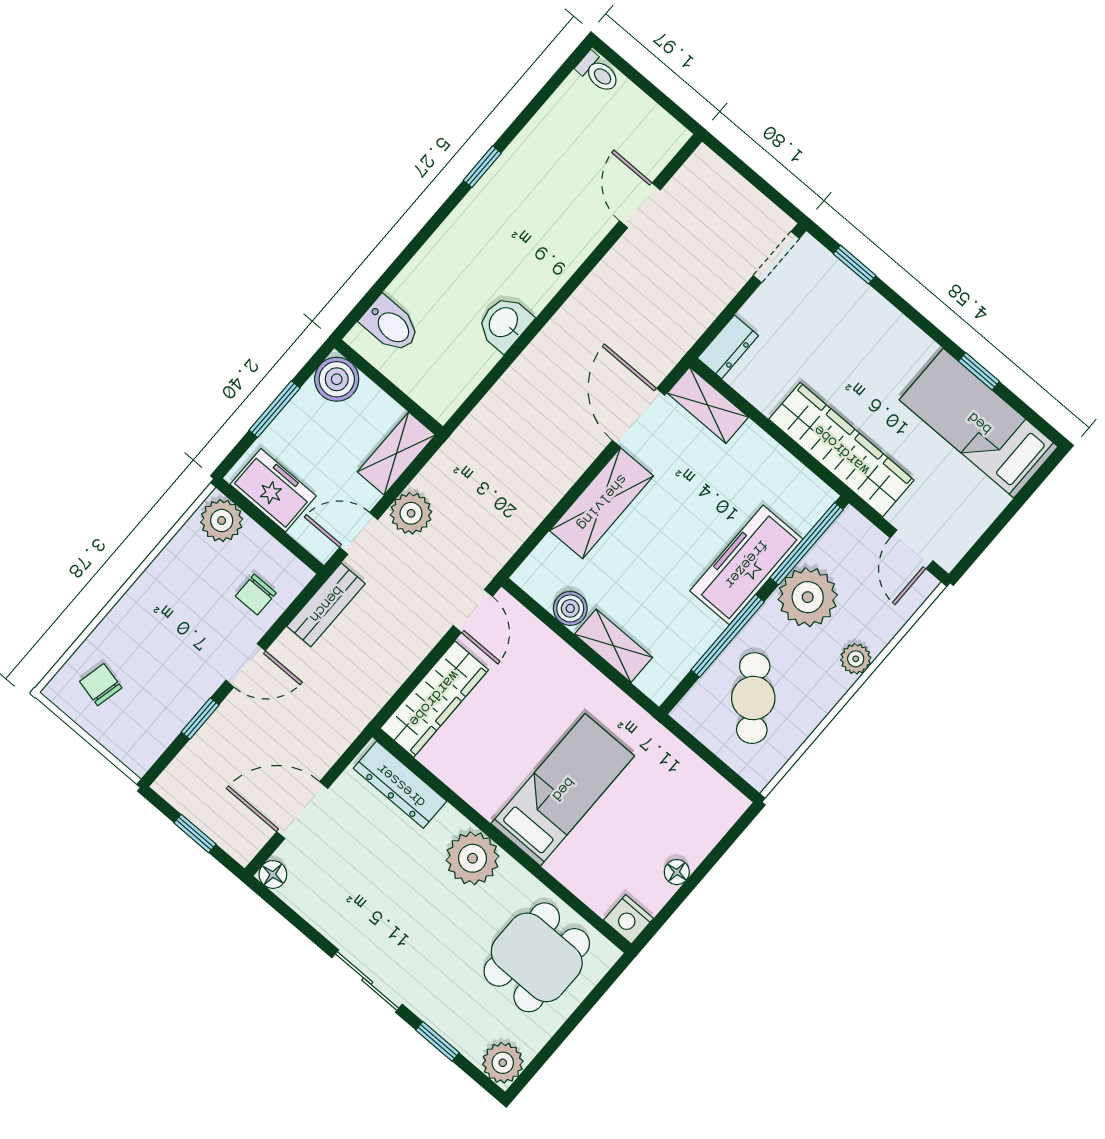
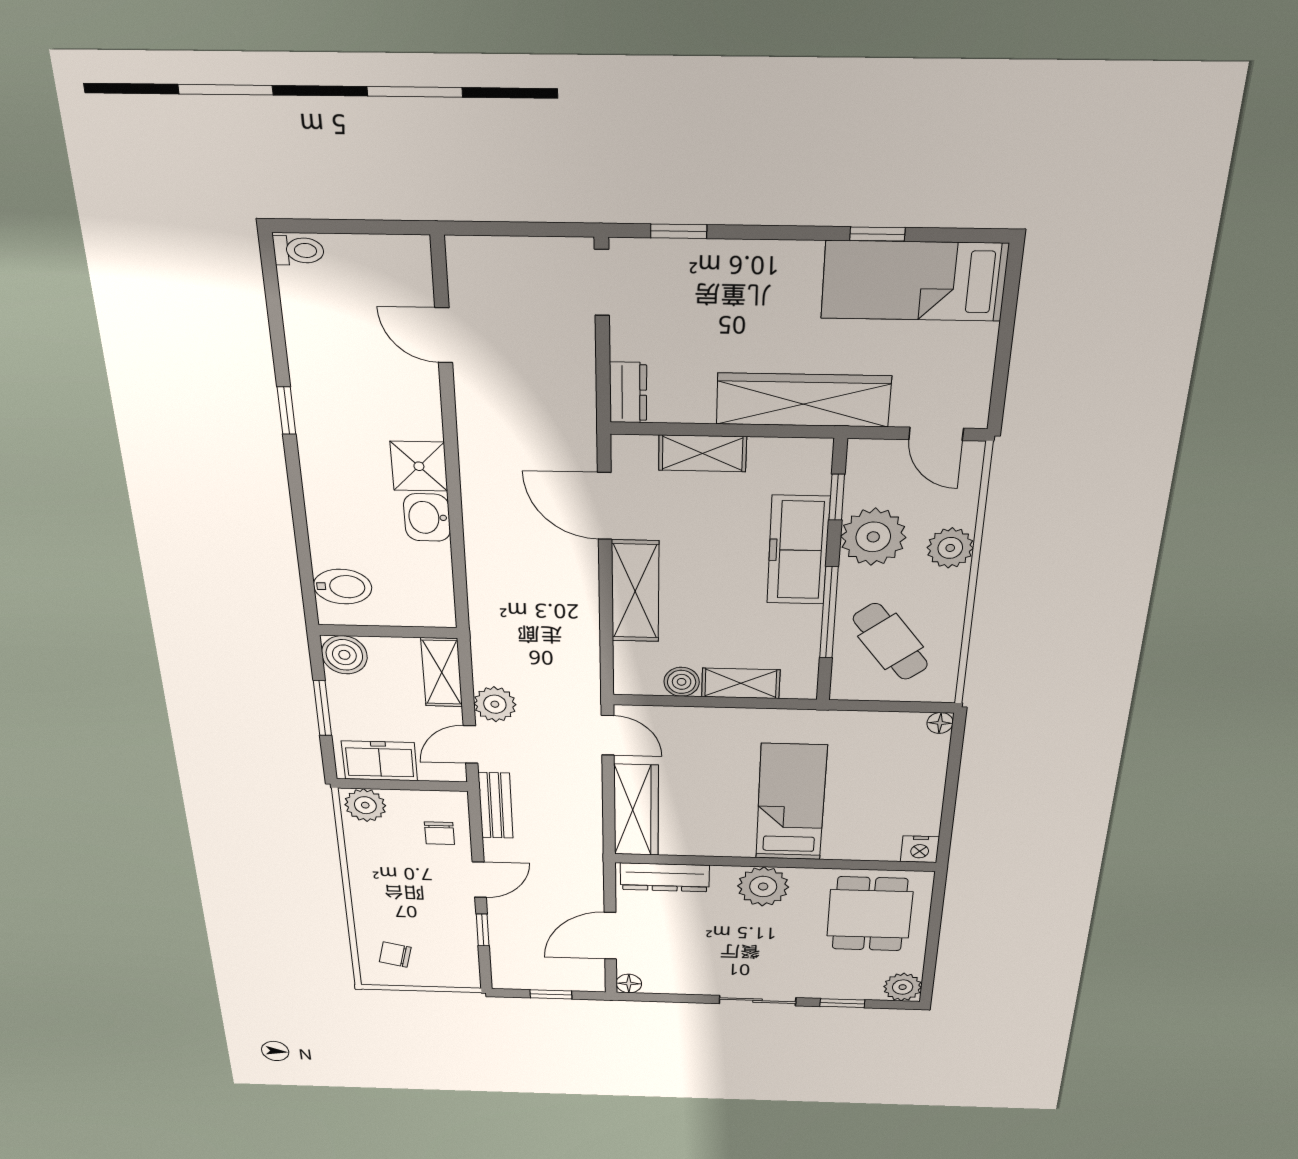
shower: (535, 281) -> (419, 466), added
shelving: (708, 405) -> (703, 453), moved
window: (807, 544) -> (837, 497), width x0.46
plant: (856, 659) -> (950, 548), width x1.38, depth x1.38
floor lamp: (677, 872) -> (940, 723), moved

